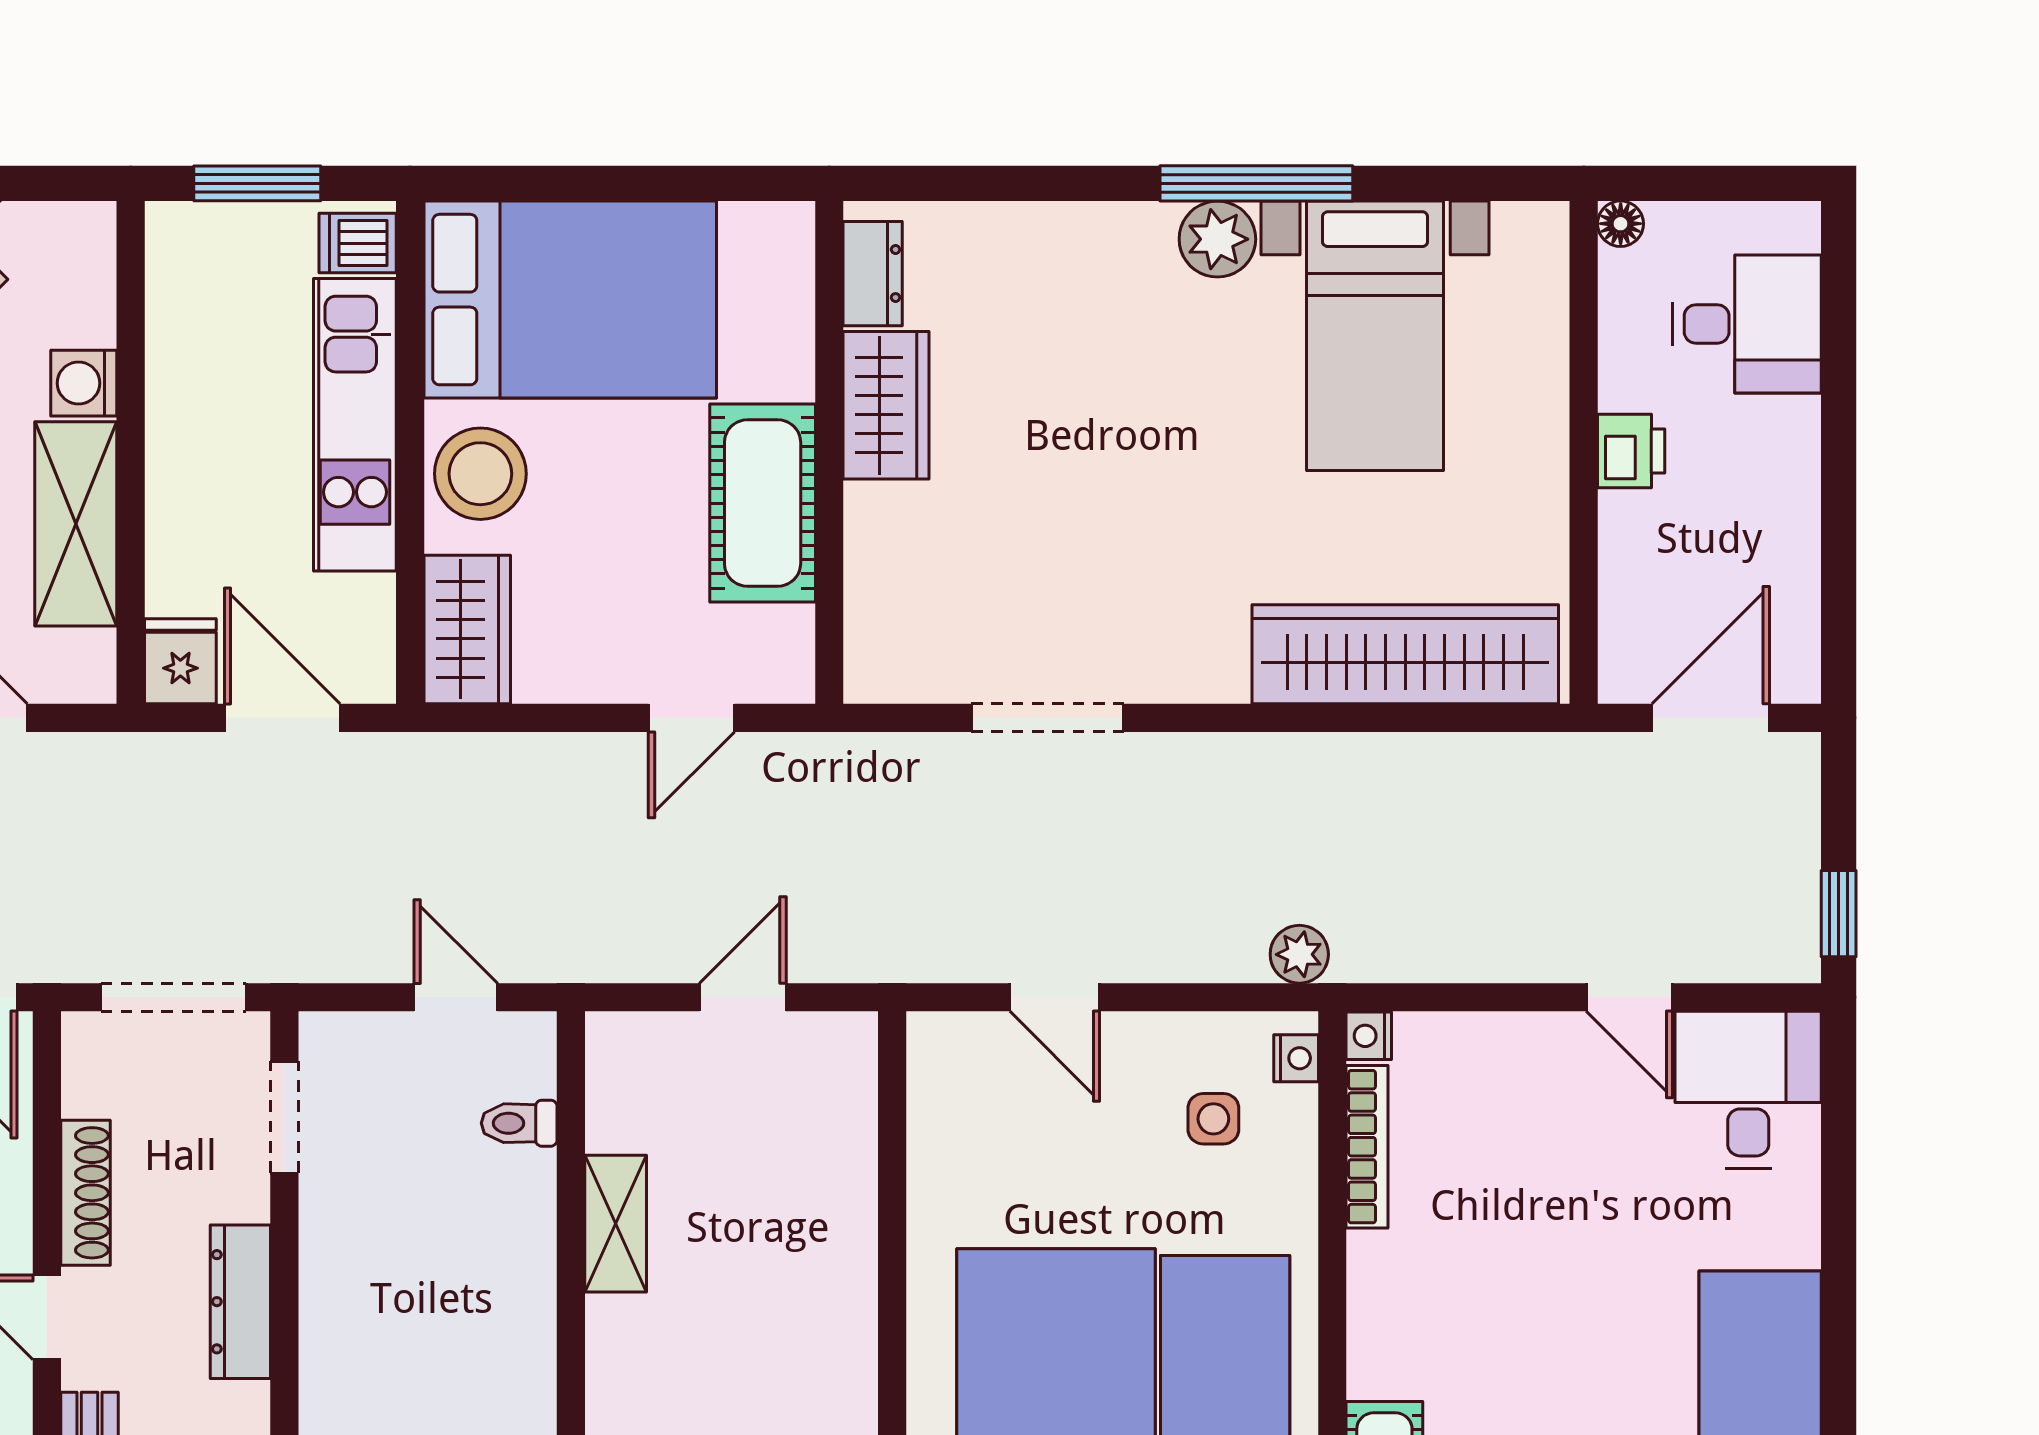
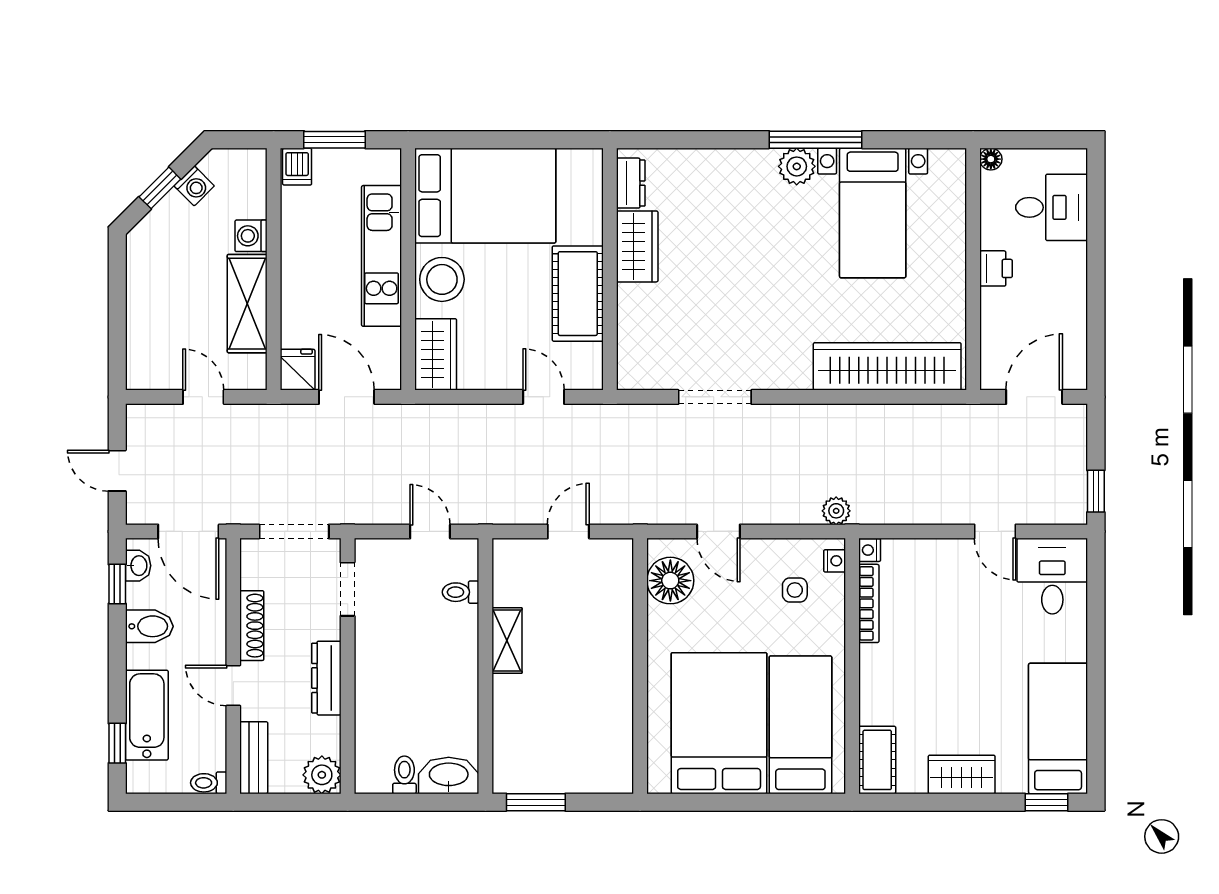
dishwasher: (358, 243) -> (297, 167), moved, turned -90
door: (691, 718) -> (544, 397), swing flipped
floor lamp: (955, 1099) -> (670, 581), added

